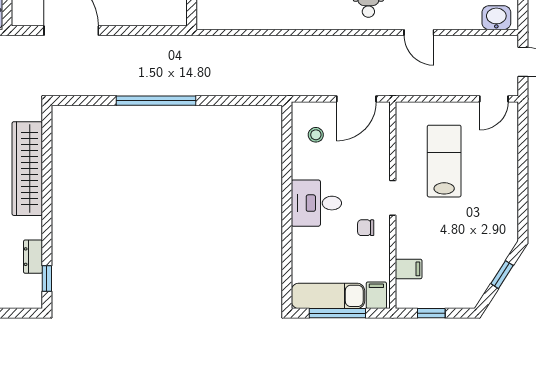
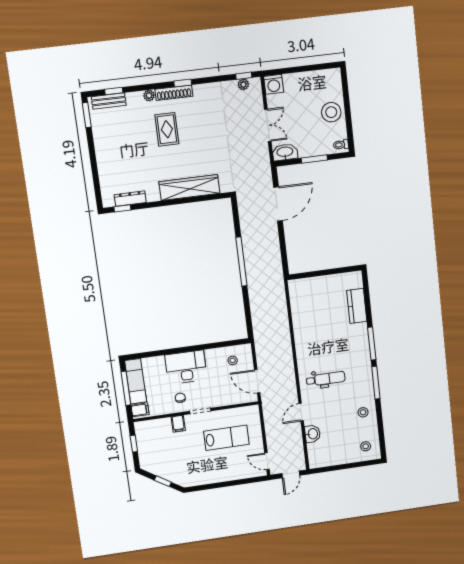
washbasin: (496, 18) -> (312, 434), moved
desk: (316, 203) -> (186, 367), width x1.37
dresser: (33, 257) -> (130, 199), width x1.44
filing cabinet: (409, 269) -> (178, 424), moved

